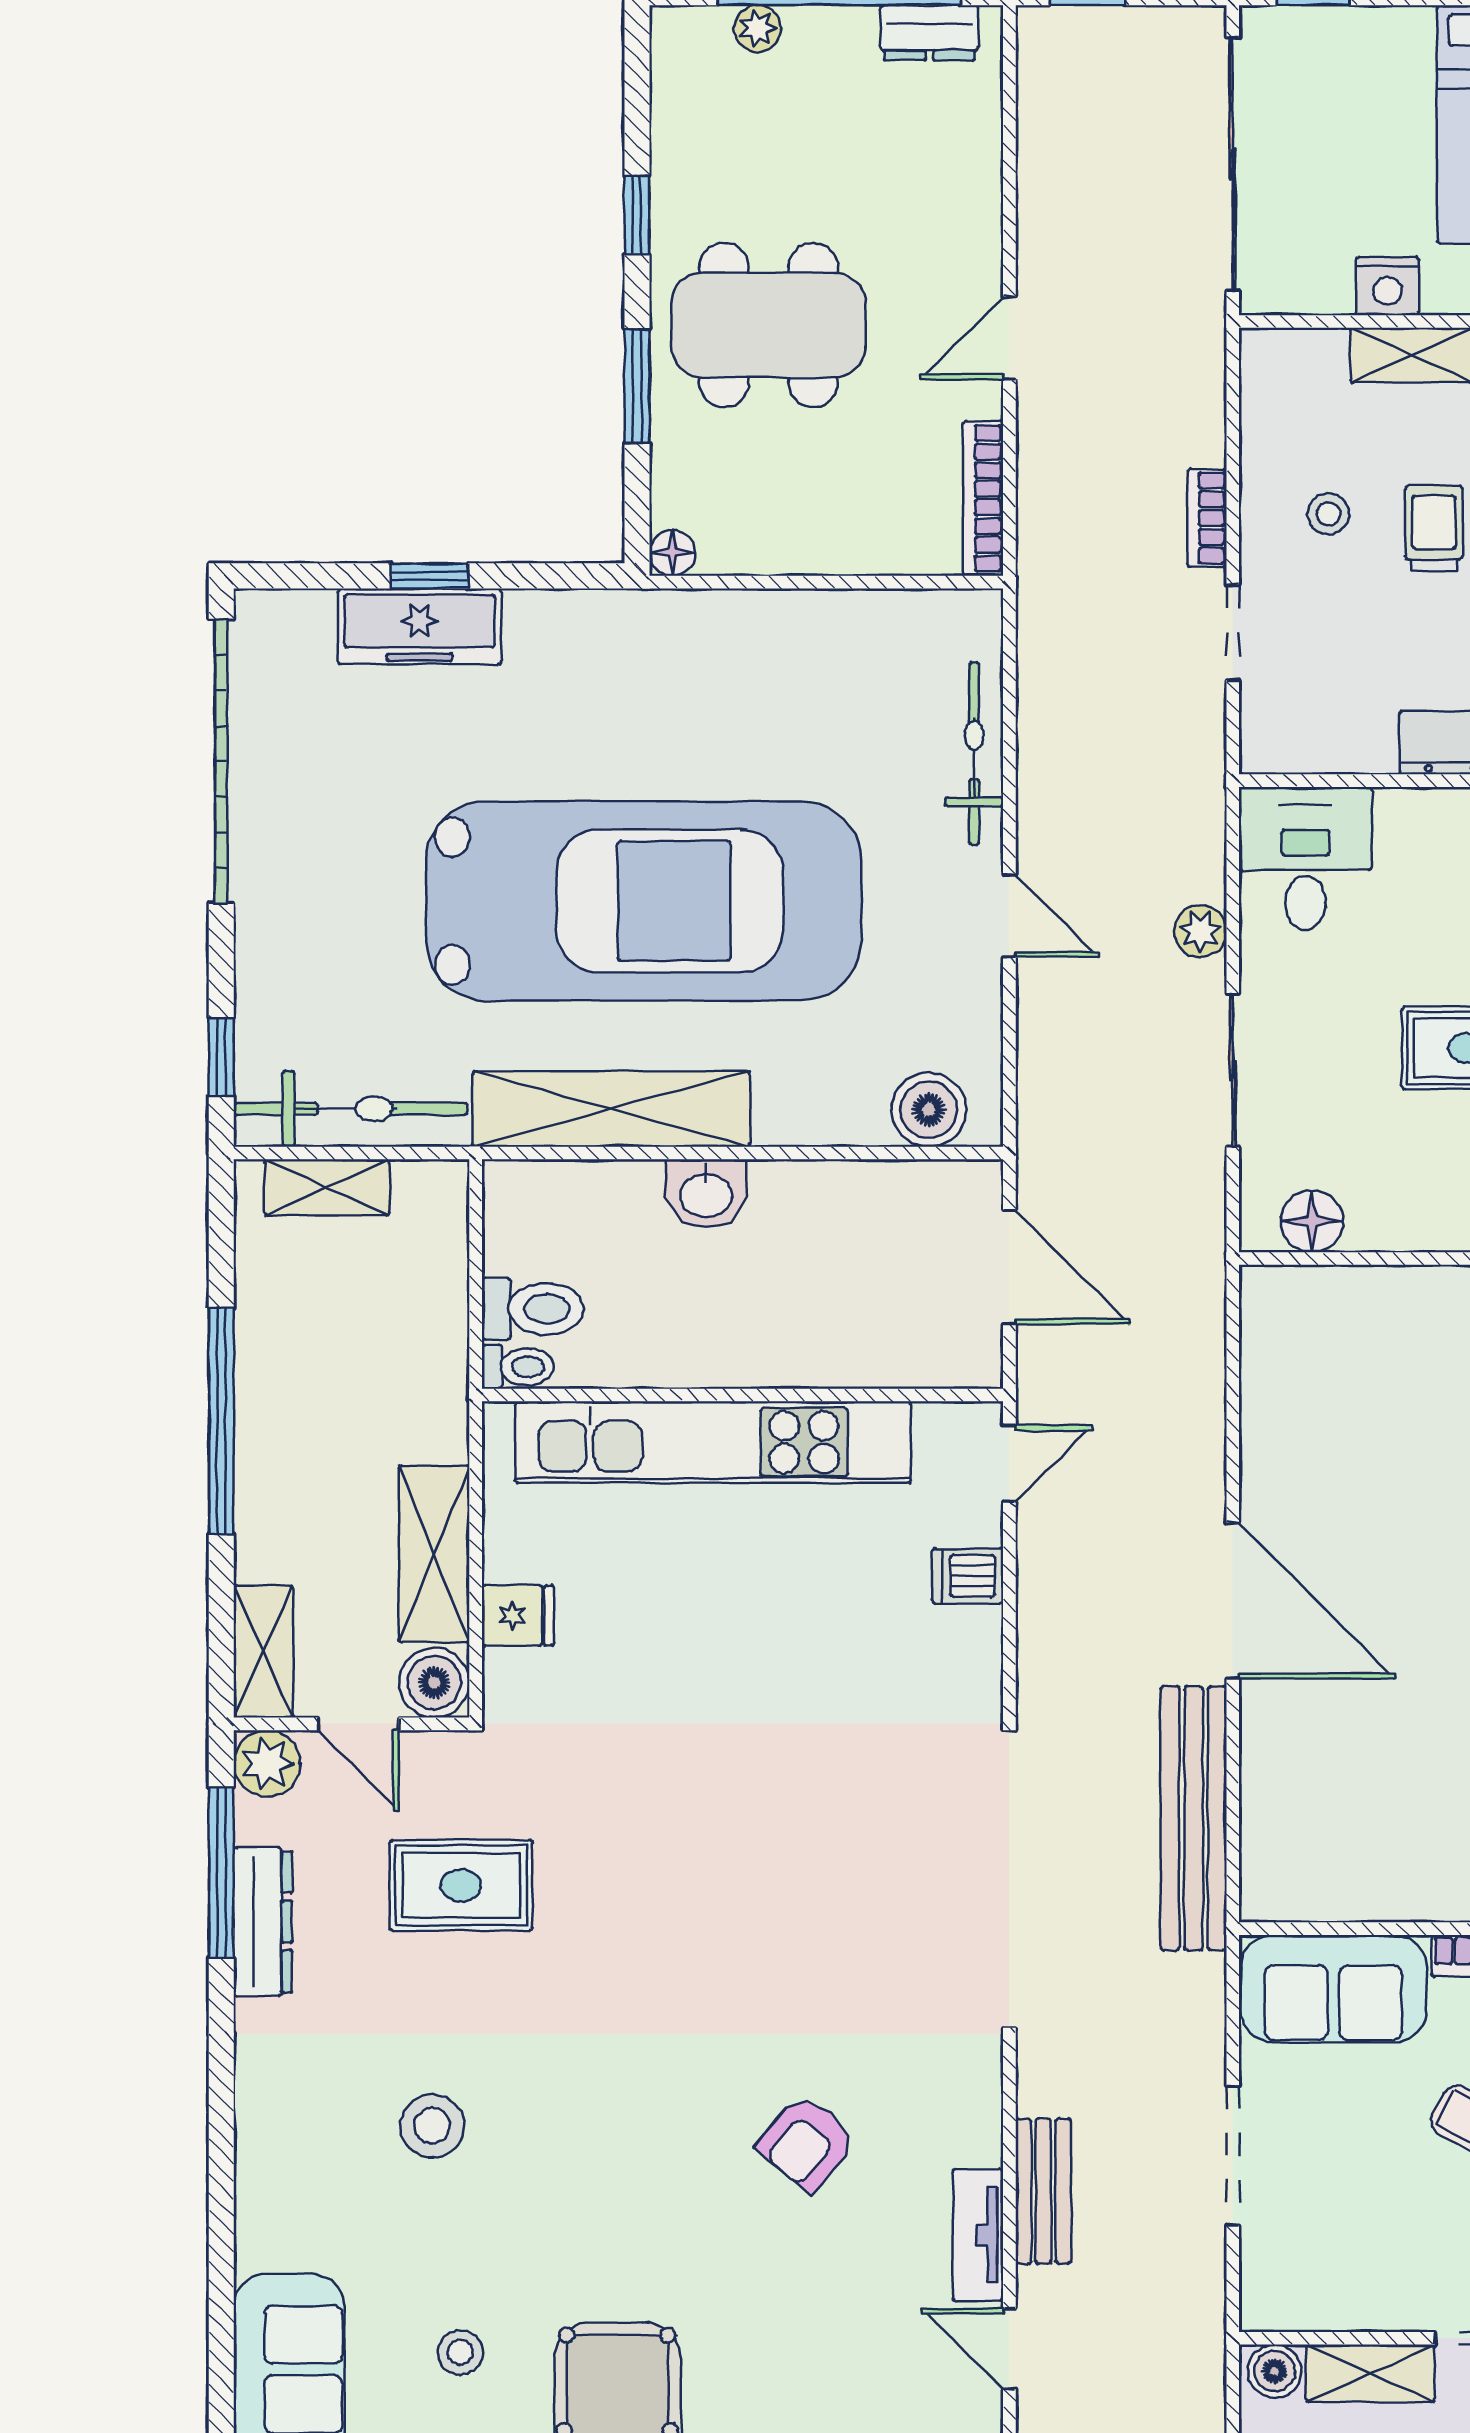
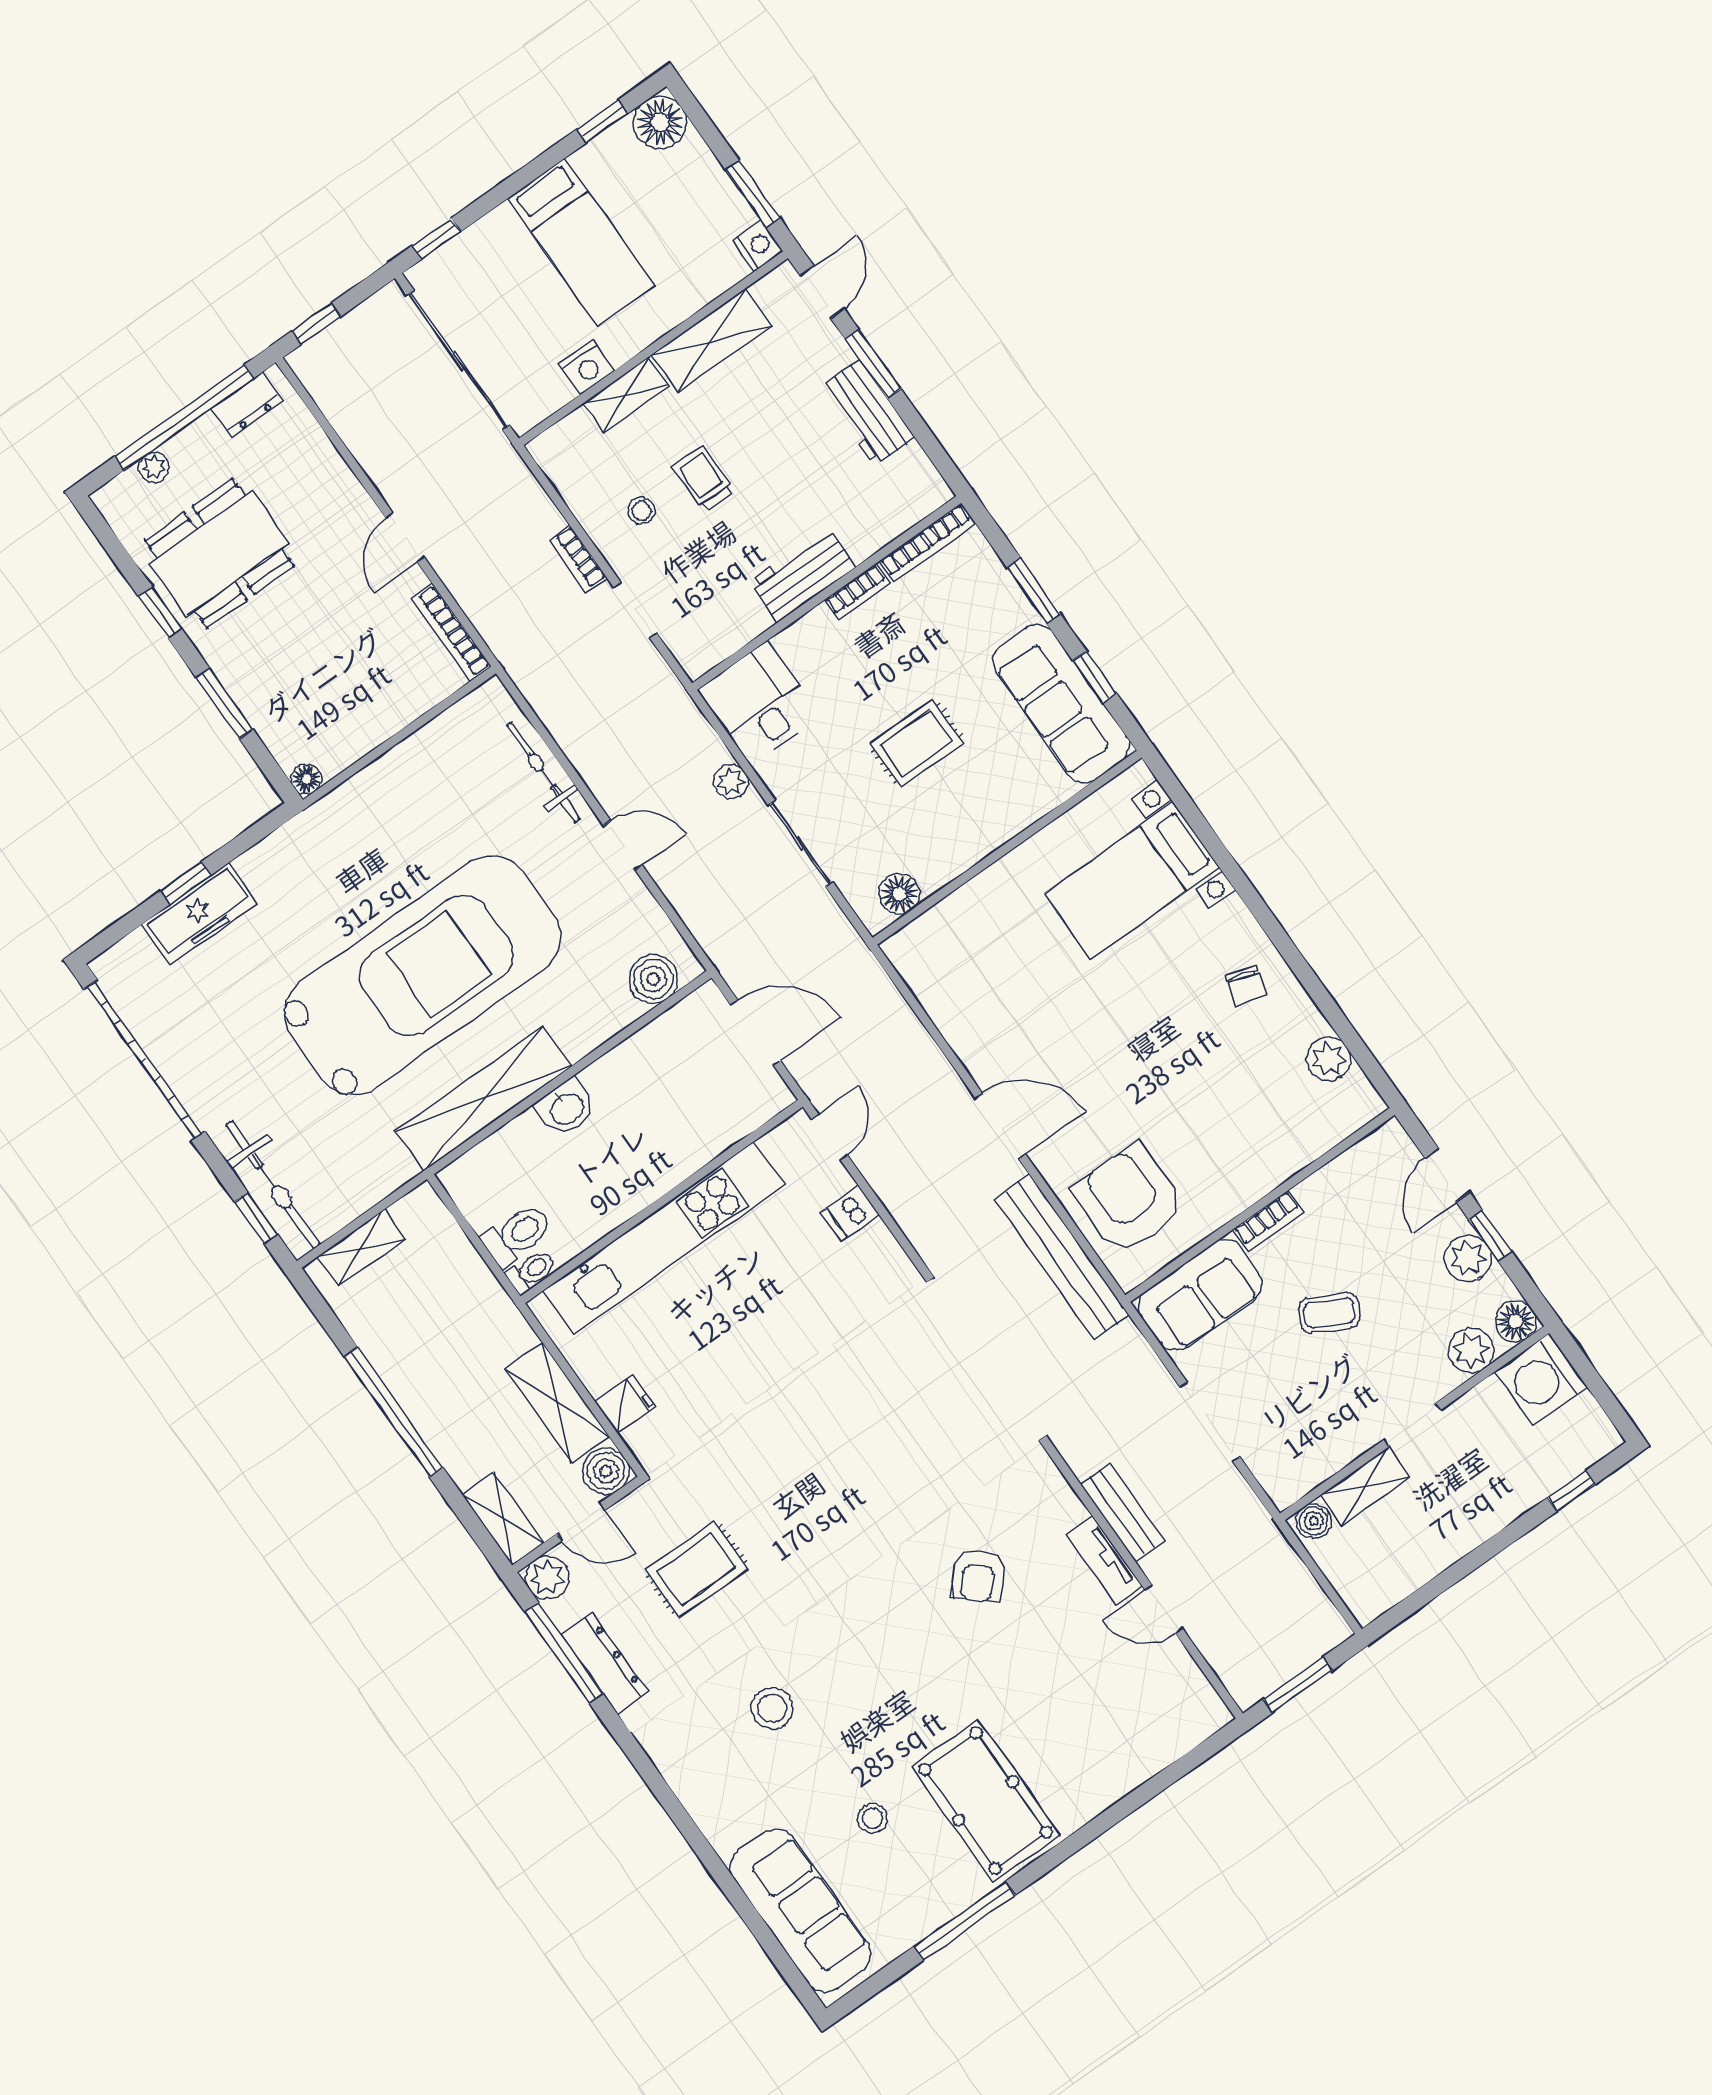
dining table: (769, 325) -> (220, 553), moved
bicycle: (351, 1109) -> (273, 1185), moved, turned 90
door: (1233, 1601) -> (1001, 1126), width x0.73
armchair: (1329, 1805) -> (1129, 1199), added

